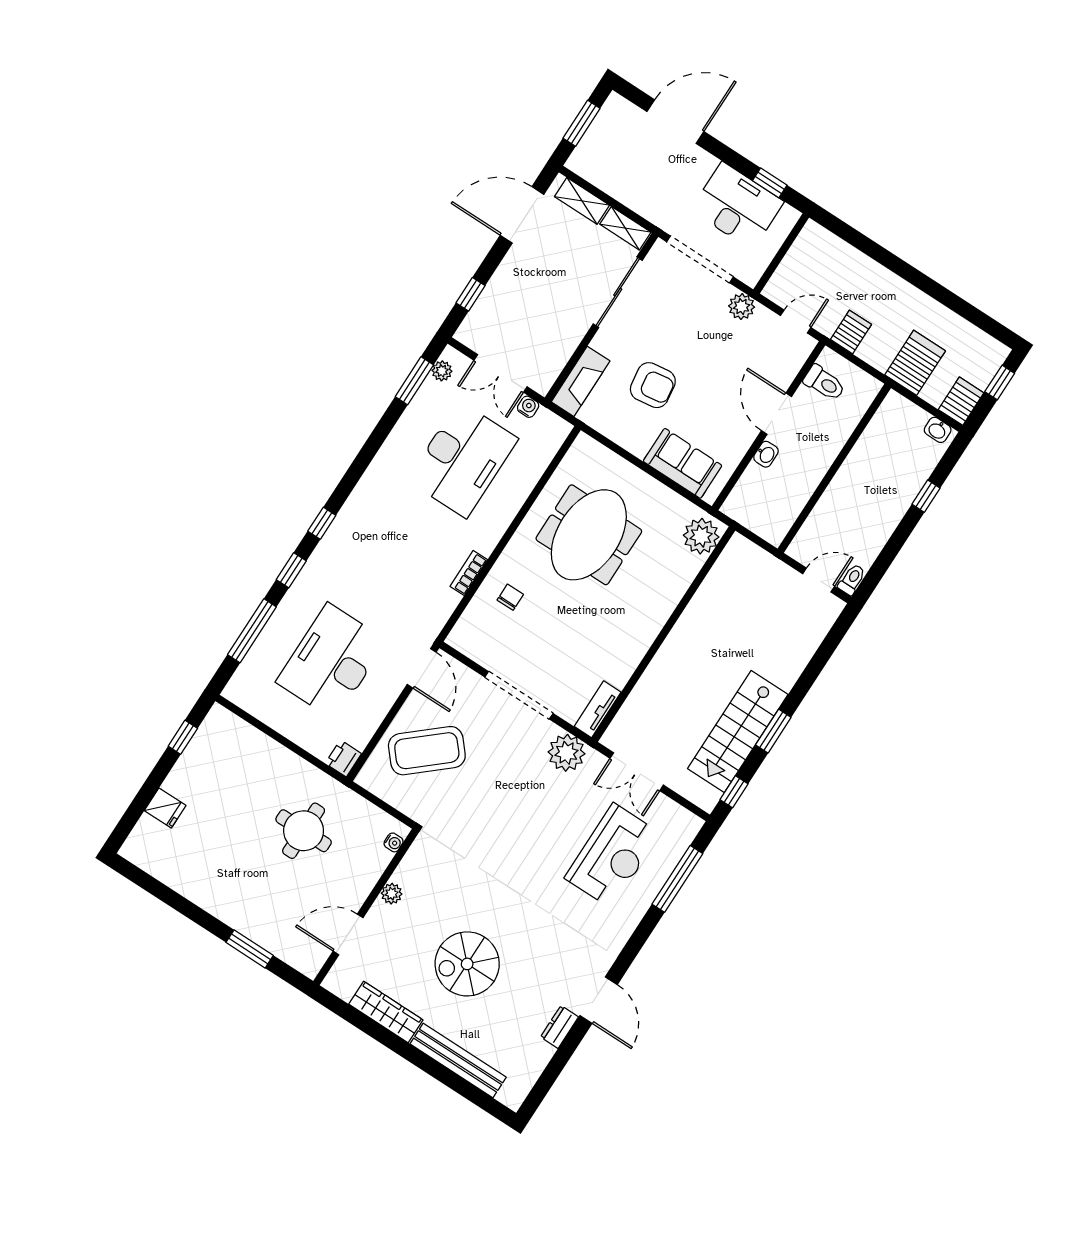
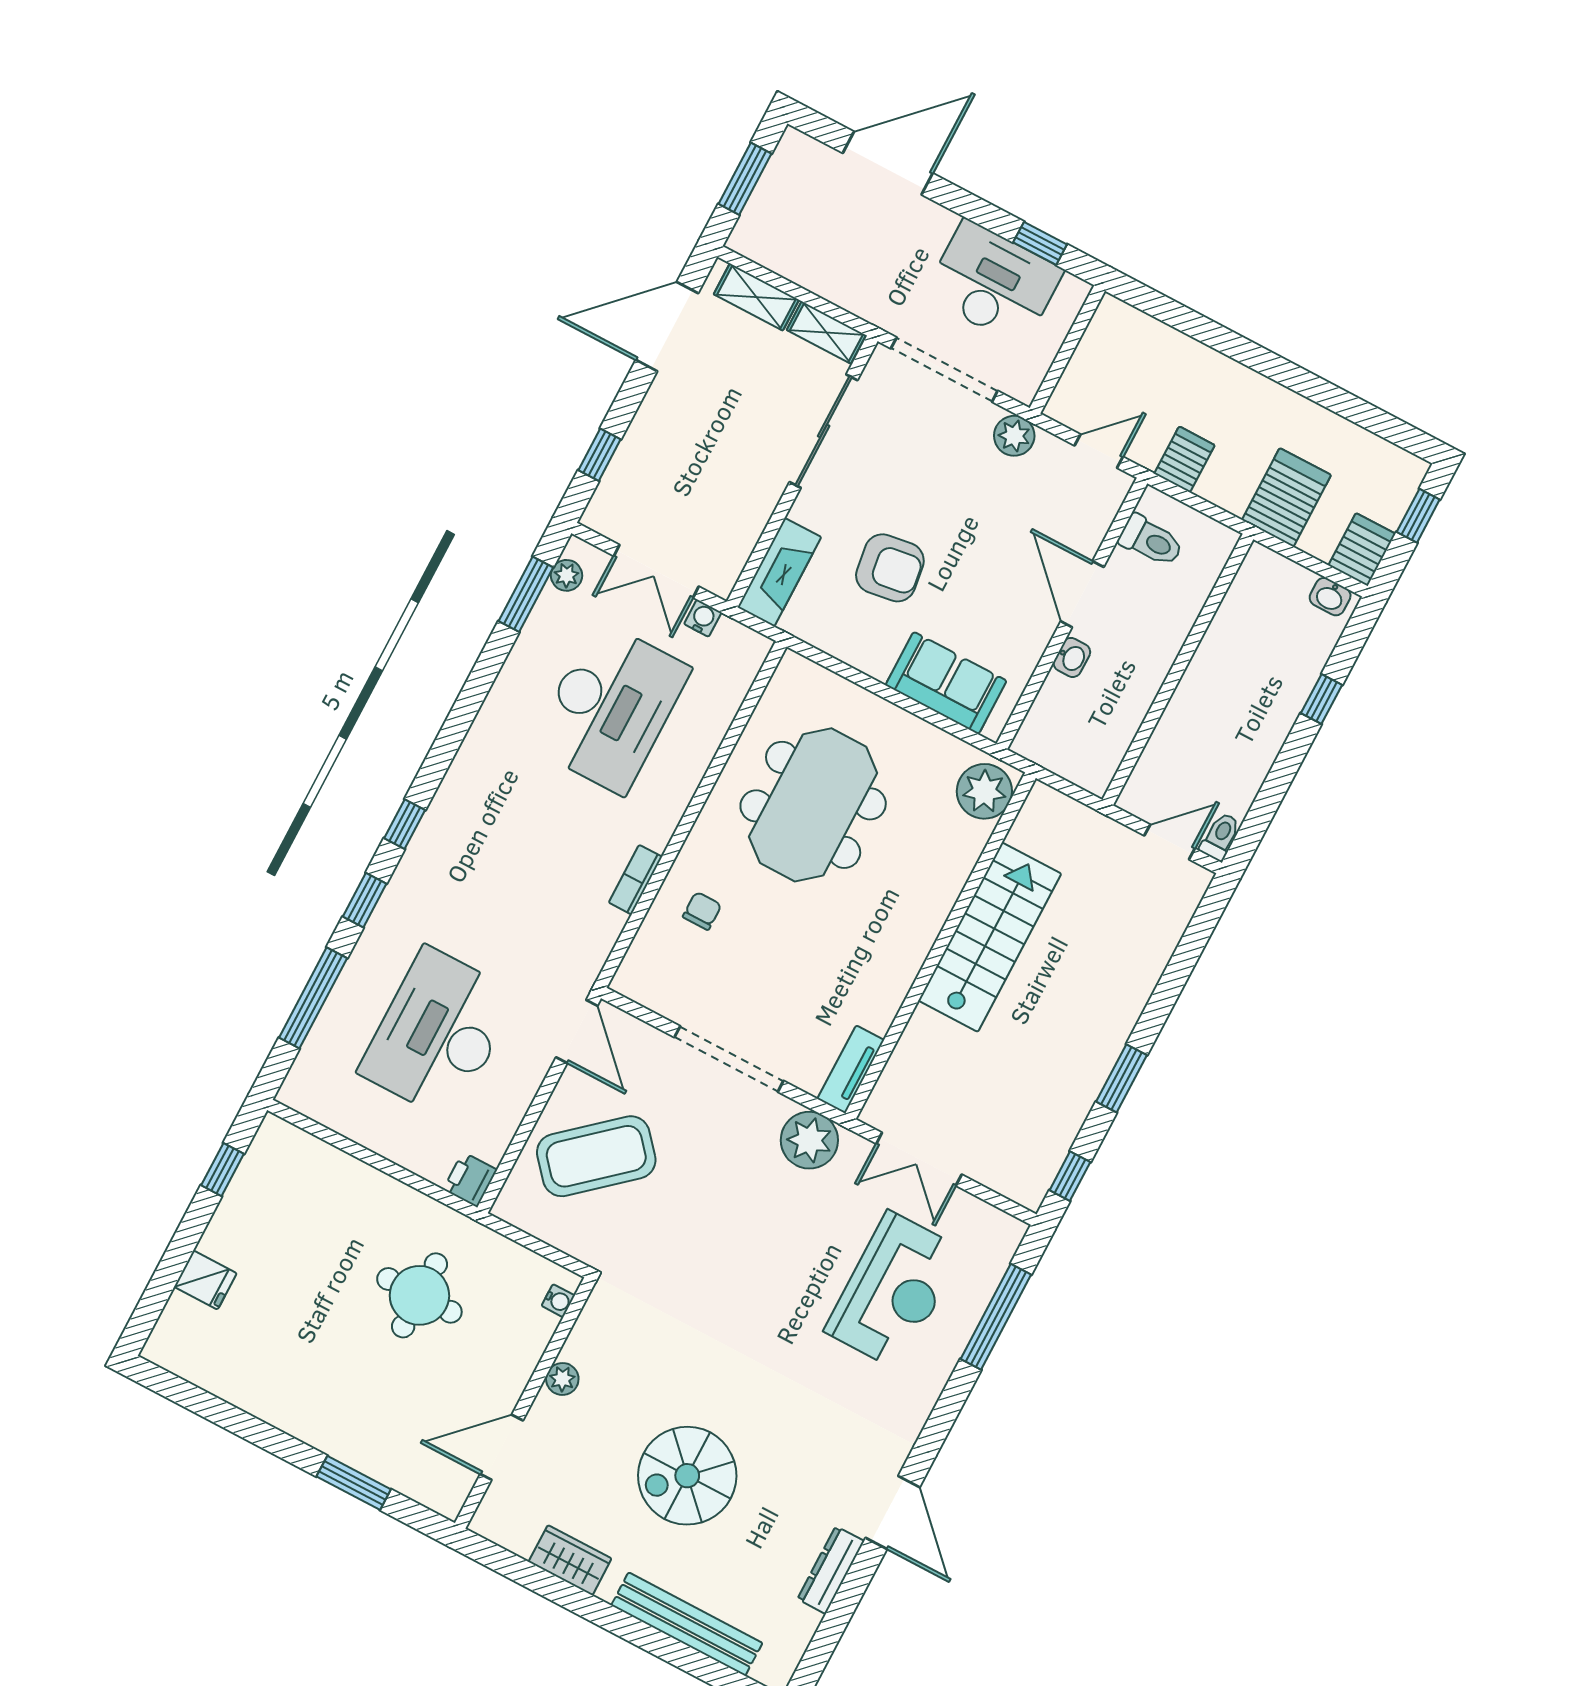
stairs: (738, 731) -> (990, 937), moved, turned 180
wardrobe: (386, 1012) -> (570, 1560), width x0.67
dresser: (560, 1027) -> (831, 1570), width x1.44

